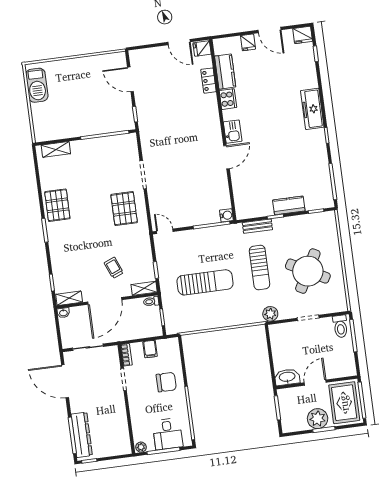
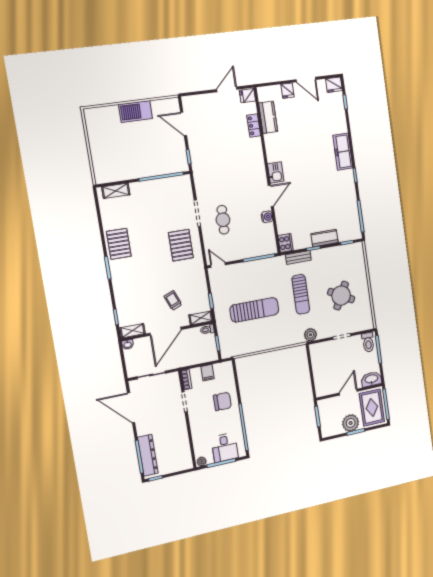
door: (179, 42) -> (227, 89), swing flipped
barbecue: (37, 85) -> (136, 111), moved, turned 90
cooker: (228, 99) -> (286, 243), moved
cafe table: (171, 182) -> (223, 220), added
water cooler: (226, 215) -> (267, 217), moved
round table: (308, 271) -> (341, 296), width x0.73, depth x0.73
washbasin: (287, 377) -> (371, 379), moved

